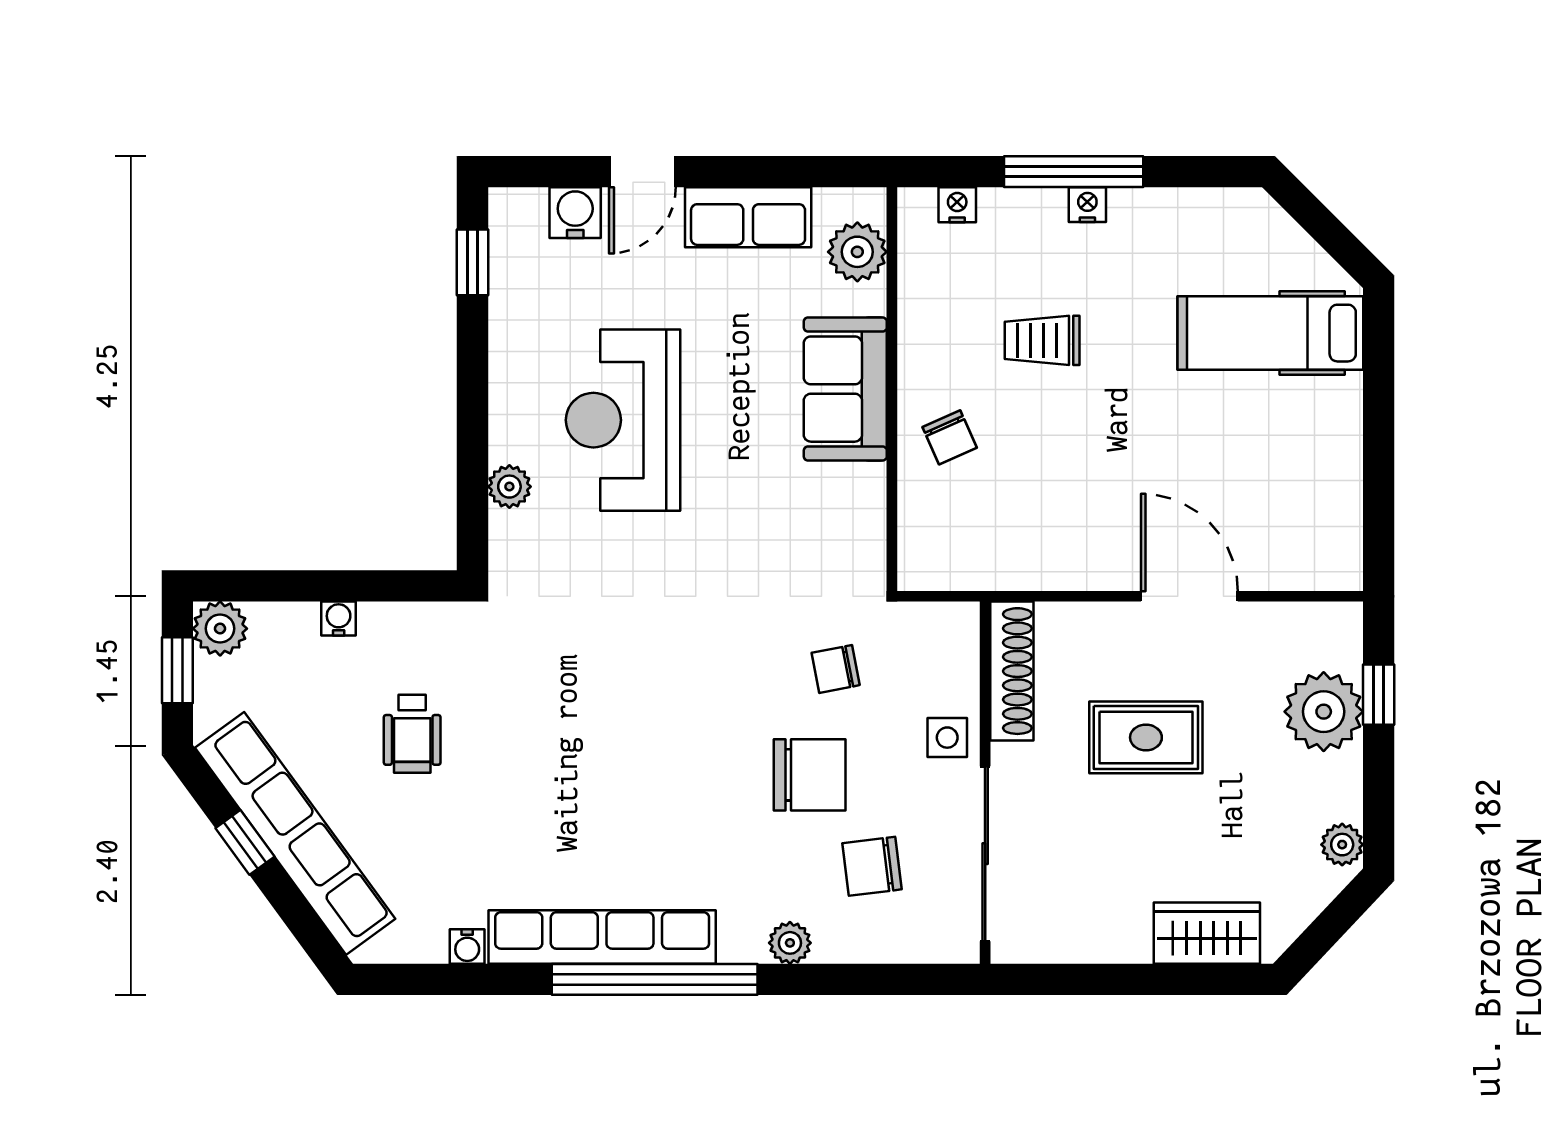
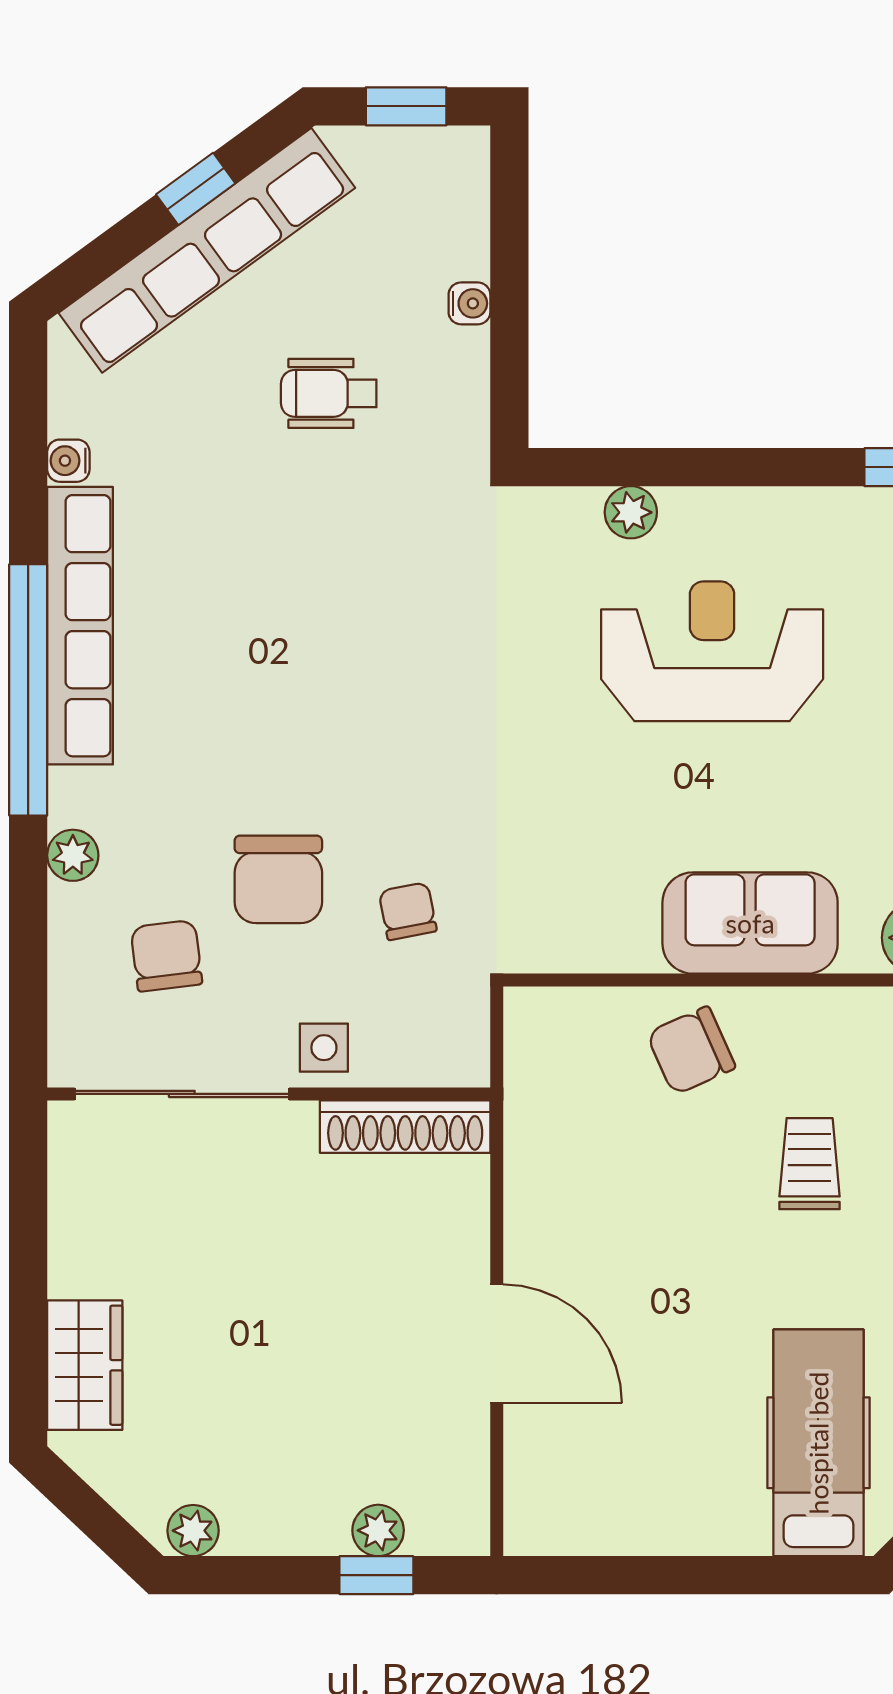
chair: (950, 437) -> (691, 1051), width x1.37, depth x1.37
door: (1189, 596) -> (497, 1344), hinge flipped
plant: (220, 629) -> (457, 158), removed
plant: (1324, 712) -> (378, 1530), width x0.53, depth x0.53
rug: (1146, 737) -> (324, 1291), removed

